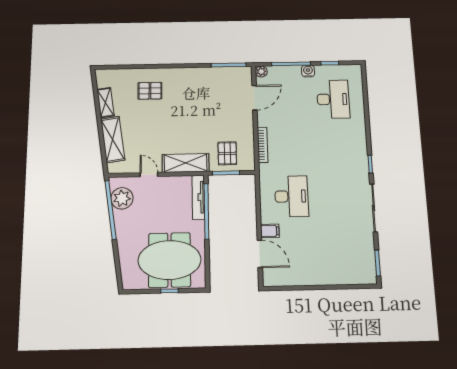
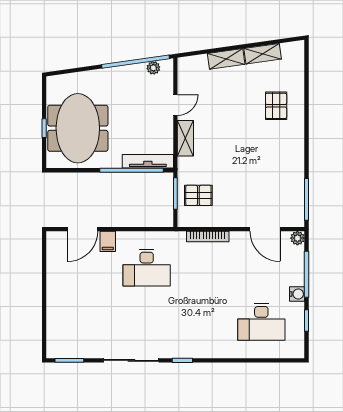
shelving: (113, 139) -> (226, 59), width x0.67, depth x0.75
shelving: (186, 163) -> (185, 138), width x0.67, depth x0.75
plant: (122, 198) -> (153, 68), width x0.53, depth x0.53

